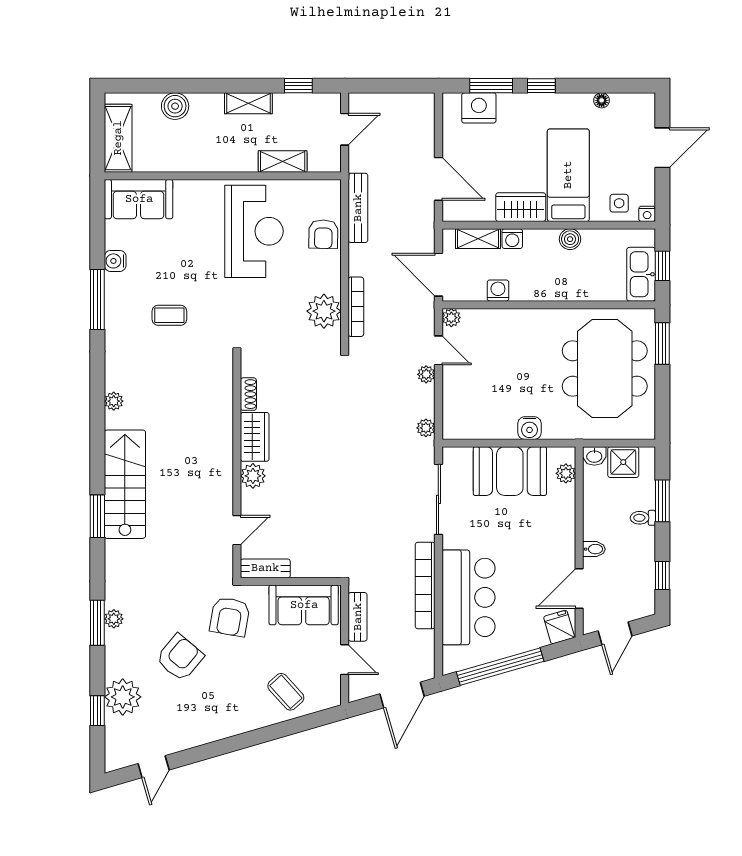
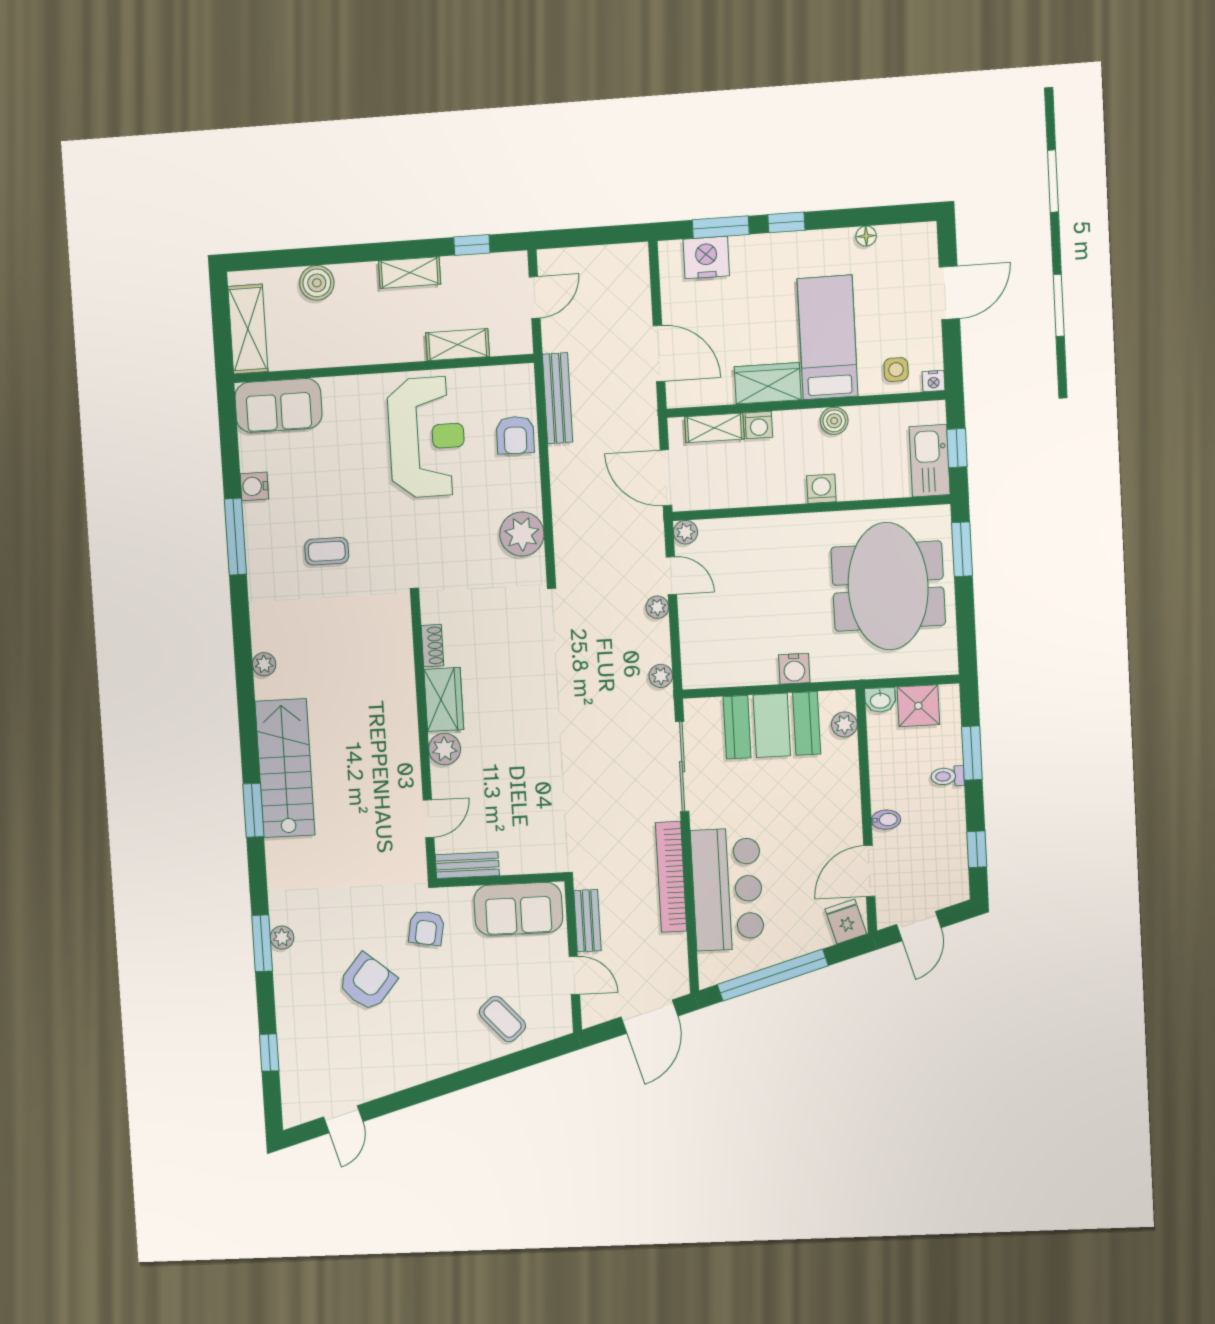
washing machine: (498, 291) -> (821, 489), moved
bookcase: (356, 307) -> (562, 526), removed
armchair: (230, 617) -> (426, 928), width x0.72, depth x0.72
plant: (123, 697) -> (299, 1034), removed

